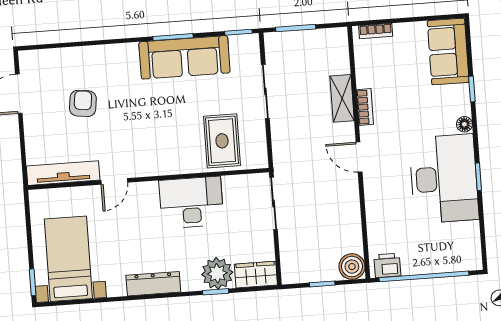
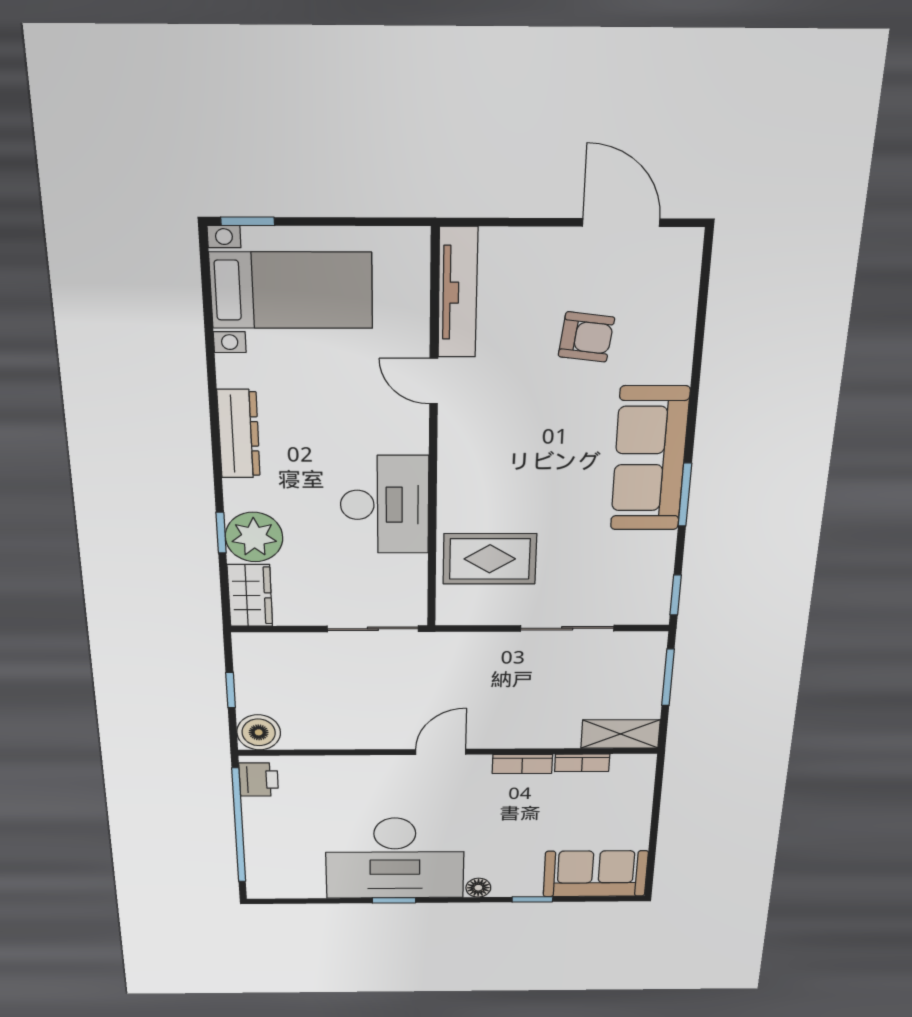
bookcase: (376, 31) -> (582, 763), moved, turned -90
sofa: (184, 57) -> (650, 459), moved
shelving: (342, 98) -> (620, 734), moved

